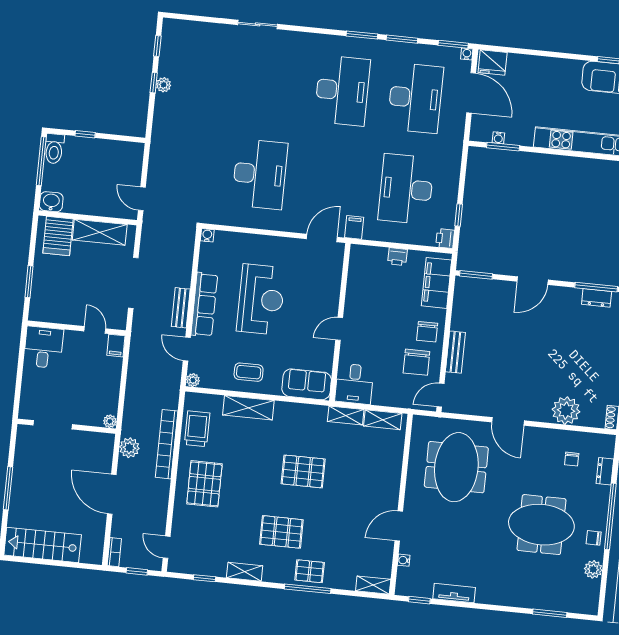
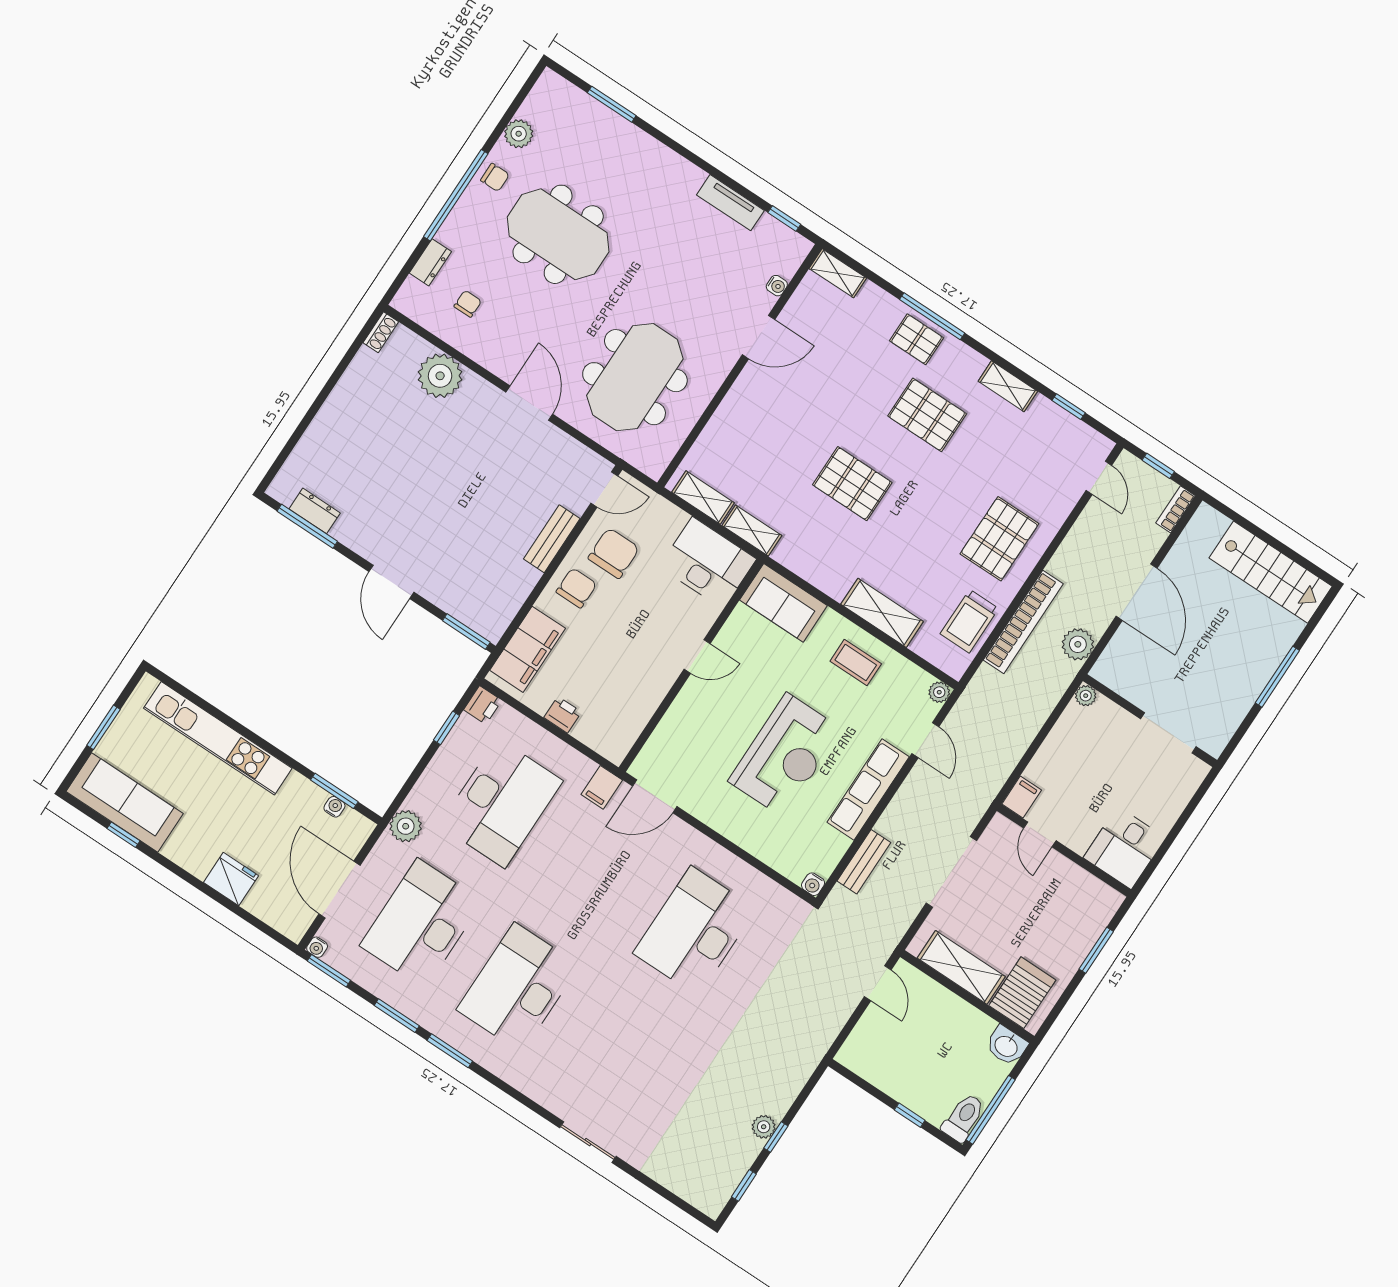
fridge: (493, 63) -> (231, 879), moved
plant: (453, 148) -> (406, 826), added
door: (533, 281) -> (391, 582), swing flipped
reception desk: (261, 299) -> (785, 755), turned 180
bench: (181, 308) -> (864, 862), moved
desk: (354, 384) -> (708, 563), width x1.37

